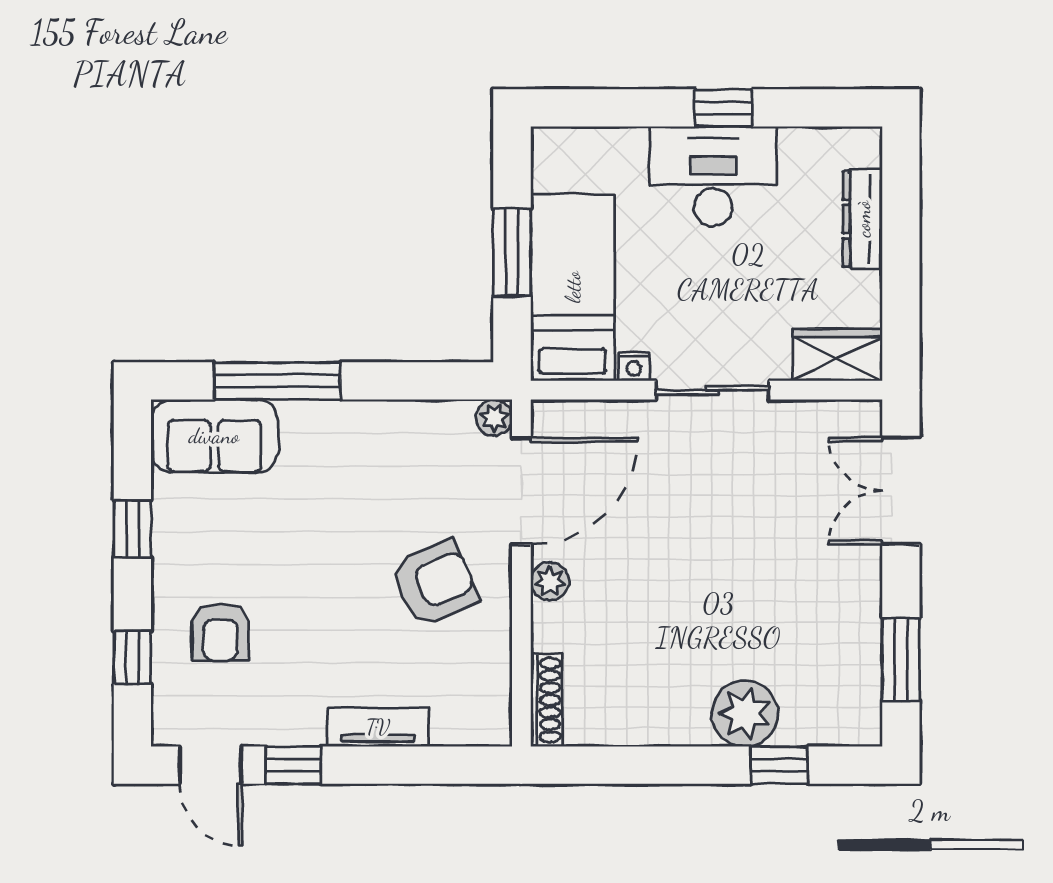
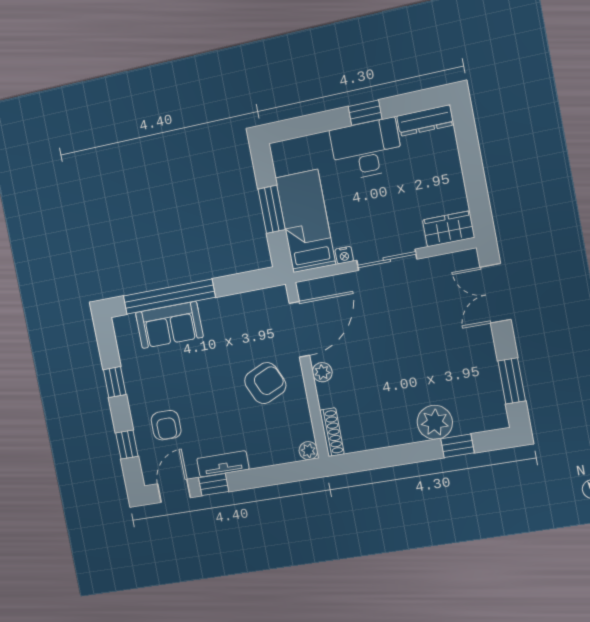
dresser: (863, 219) -> (425, 121), moved, turned -90
window: (277, 381) -> (169, 297), width x1.46
plant: (494, 418) -> (308, 451), moved
sofa: (214, 436) -> (169, 325), moved
tv unit: (378, 727) -> (223, 464), moved
door: (210, 765) -> (174, 491), swing flipped

